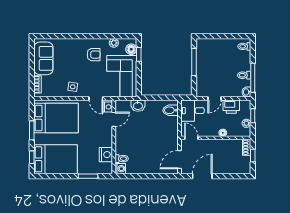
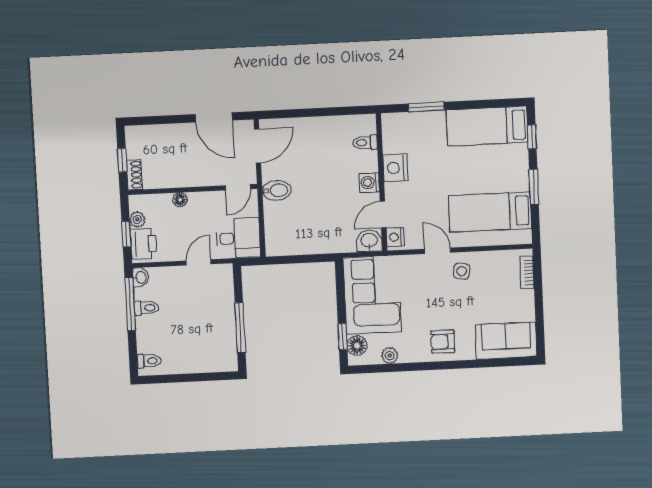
armchair: (94, 55) -> (443, 342), moved
sofa: (43, 58) -> (506, 341), moved, turned 90
door: (96, 98) -> (437, 251), moved
washbasin: (138, 106) -> (369, 241), moved
printer: (231, 107) -> (143, 244), moved, turned 90
bidet: (171, 110) -> (277, 190), moved
bed: (56, 118) -> (490, 212), width x0.67
door: (191, 138) -> (238, 187), hinge flipped
nightstand: (106, 155) -> (395, 168), moved
bed: (56, 159) -> (487, 126), width x0.67
washing machine: (120, 169) -> (369, 182), moved
door: (202, 176) -> (214, 117), hinge flipped

